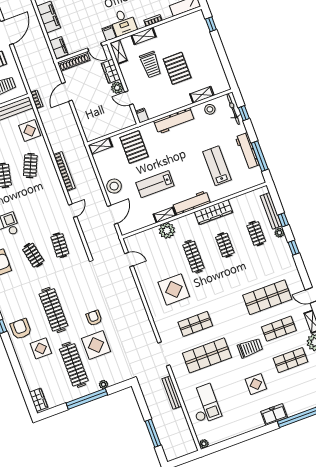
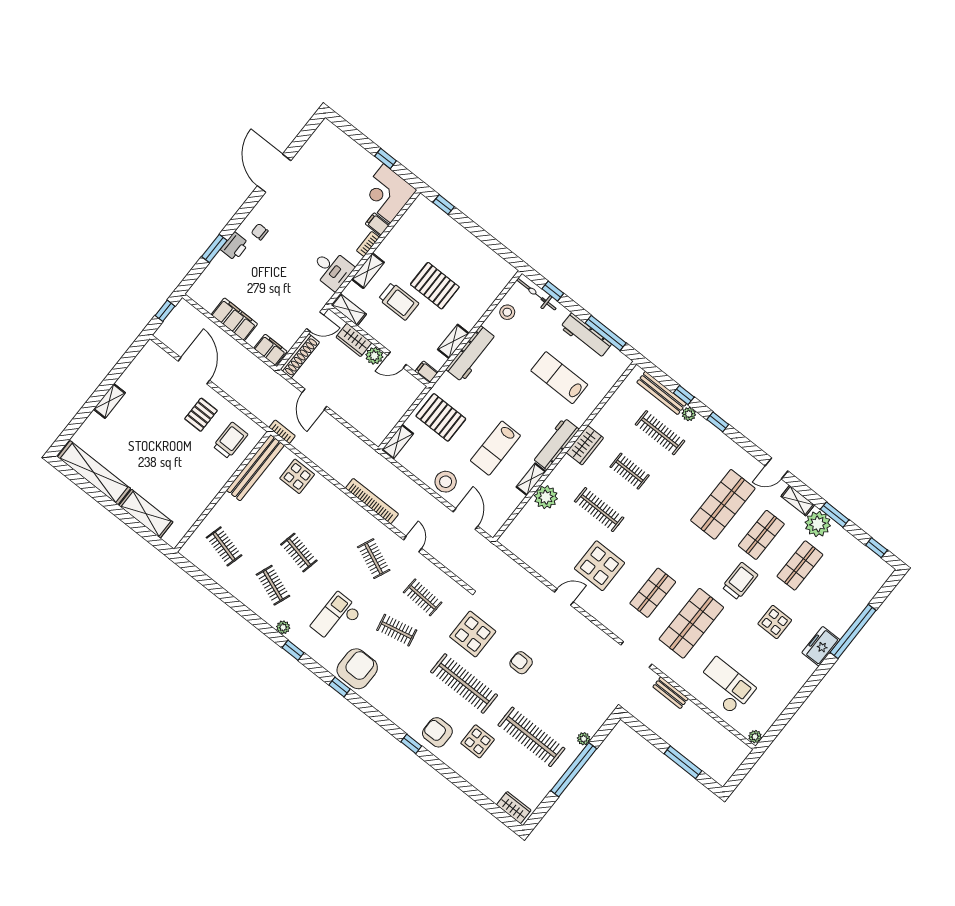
filing cabinet: (109, 33) -> (377, 224), moved
shelving: (202, 95) -> (453, 341), moved
clothes rail: (30, 166) -> (374, 559), moved
wardrobe: (214, 212) -> (585, 445), width x0.67
clothes rail: (256, 233) -> (660, 433), width x1.36
door: (129, 260) -> (564, 597), moved
display table: (96, 345) -> (473, 634), moved
bench: (172, 392) -> (671, 693), width x0.73

